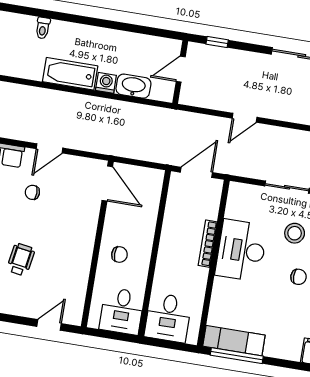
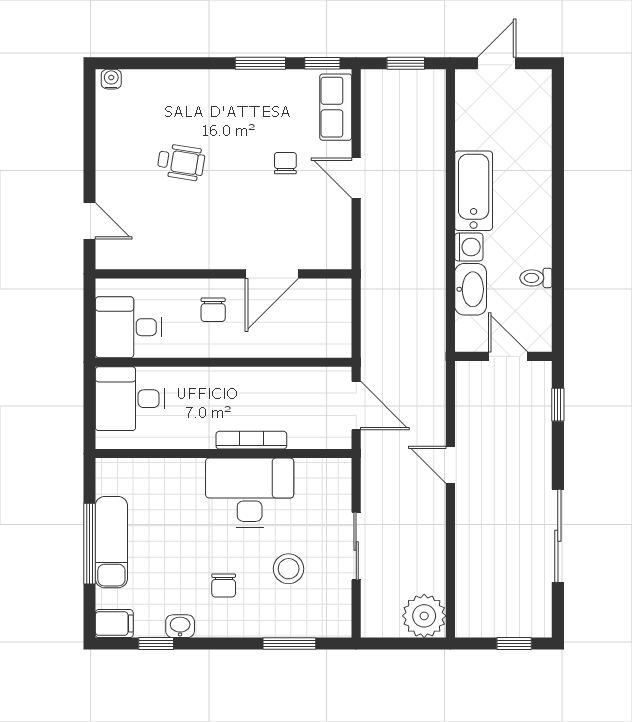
toilet: (43, 28) -> (536, 278), moved
door: (107, 184) -> (272, 274), moved
exam couch: (234, 341) -> (111, 542), moved
window: (237, 356) -> (89, 544), moved

